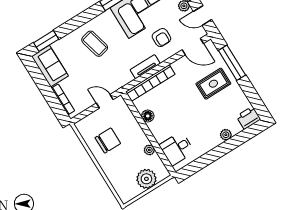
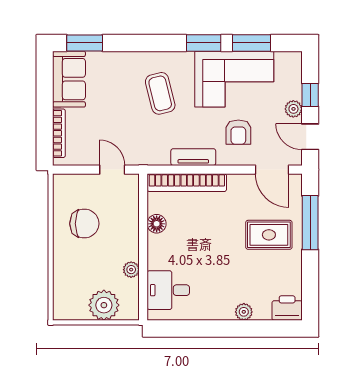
coffee table: (95, 44) -> (160, 93), moved

